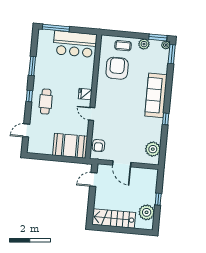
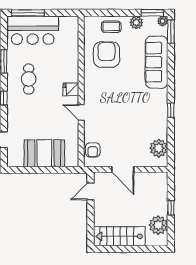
bar counter: (75, 44) -> (33, 30), moved
sofa: (156, 95) -> (157, 62), moved
cafe table: (46, 102) -> (29, 79), moved
booth: (70, 146) -> (44, 153), moved

